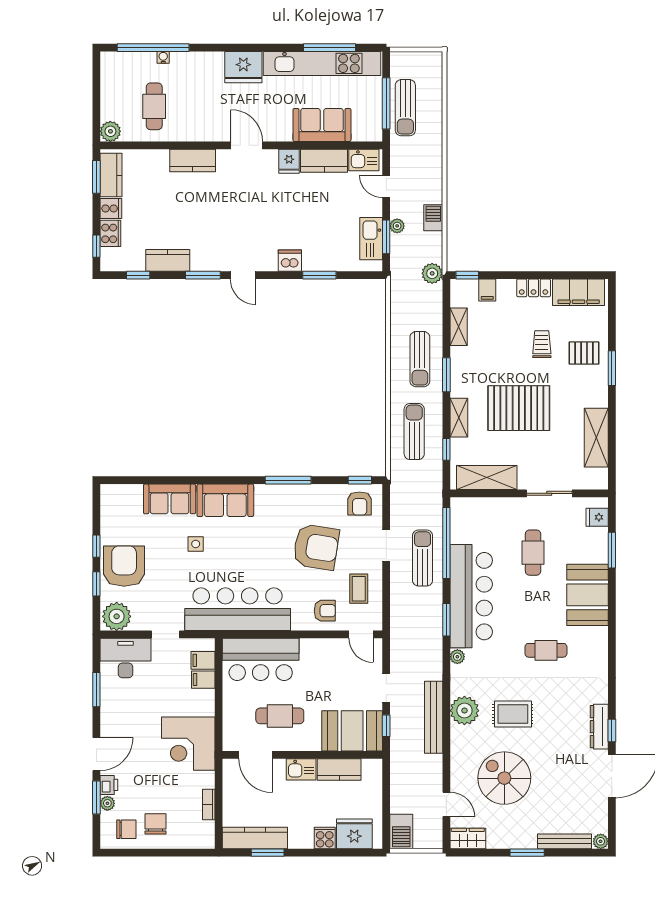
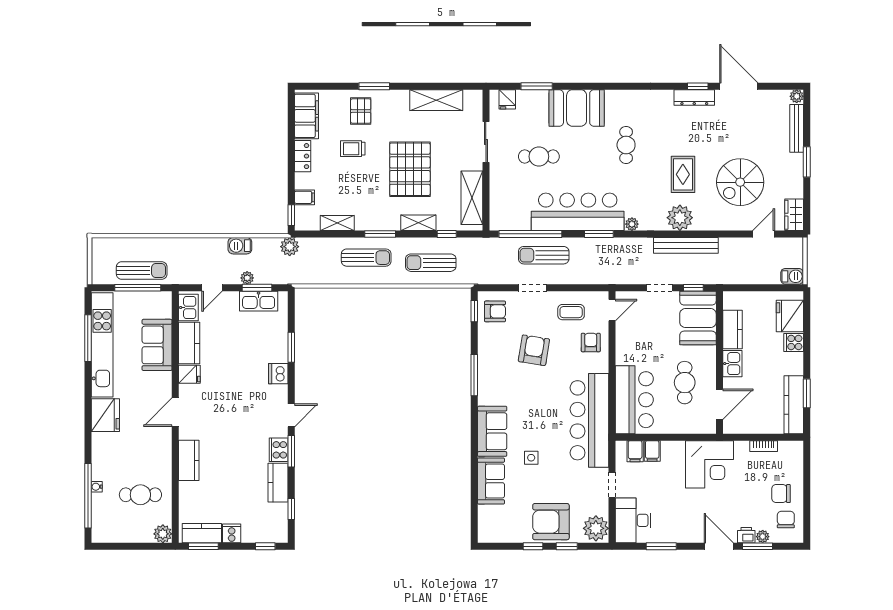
cooker: (110, 233) -> (279, 450), moved, turned -90
armchair: (316, 547) -> (534, 350), width x0.73, depth x0.73
barbecue: (401, 831) -> (792, 276), width x0.73, depth x0.79

